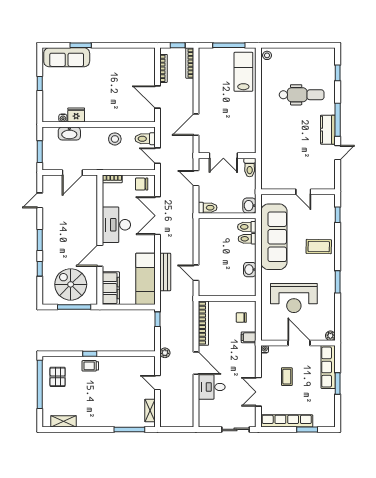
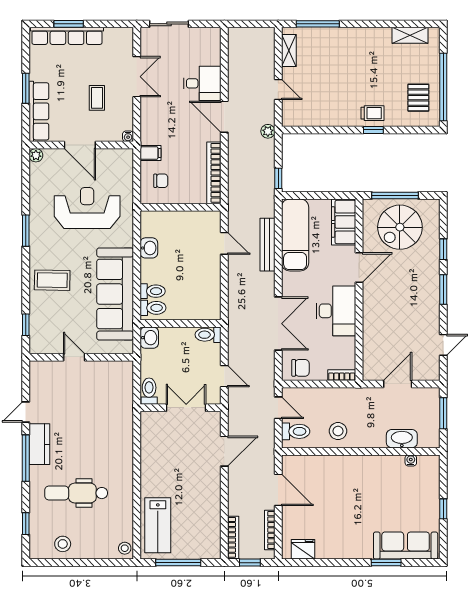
stool: (311, 58) -> (63, 544), added
fridge: (76, 115) -> (303, 549), moved, turned 180
spiral stairs: (71, 284) -> (400, 227), turned 90
row of seats: (287, 421) -> (67, 36), moved

